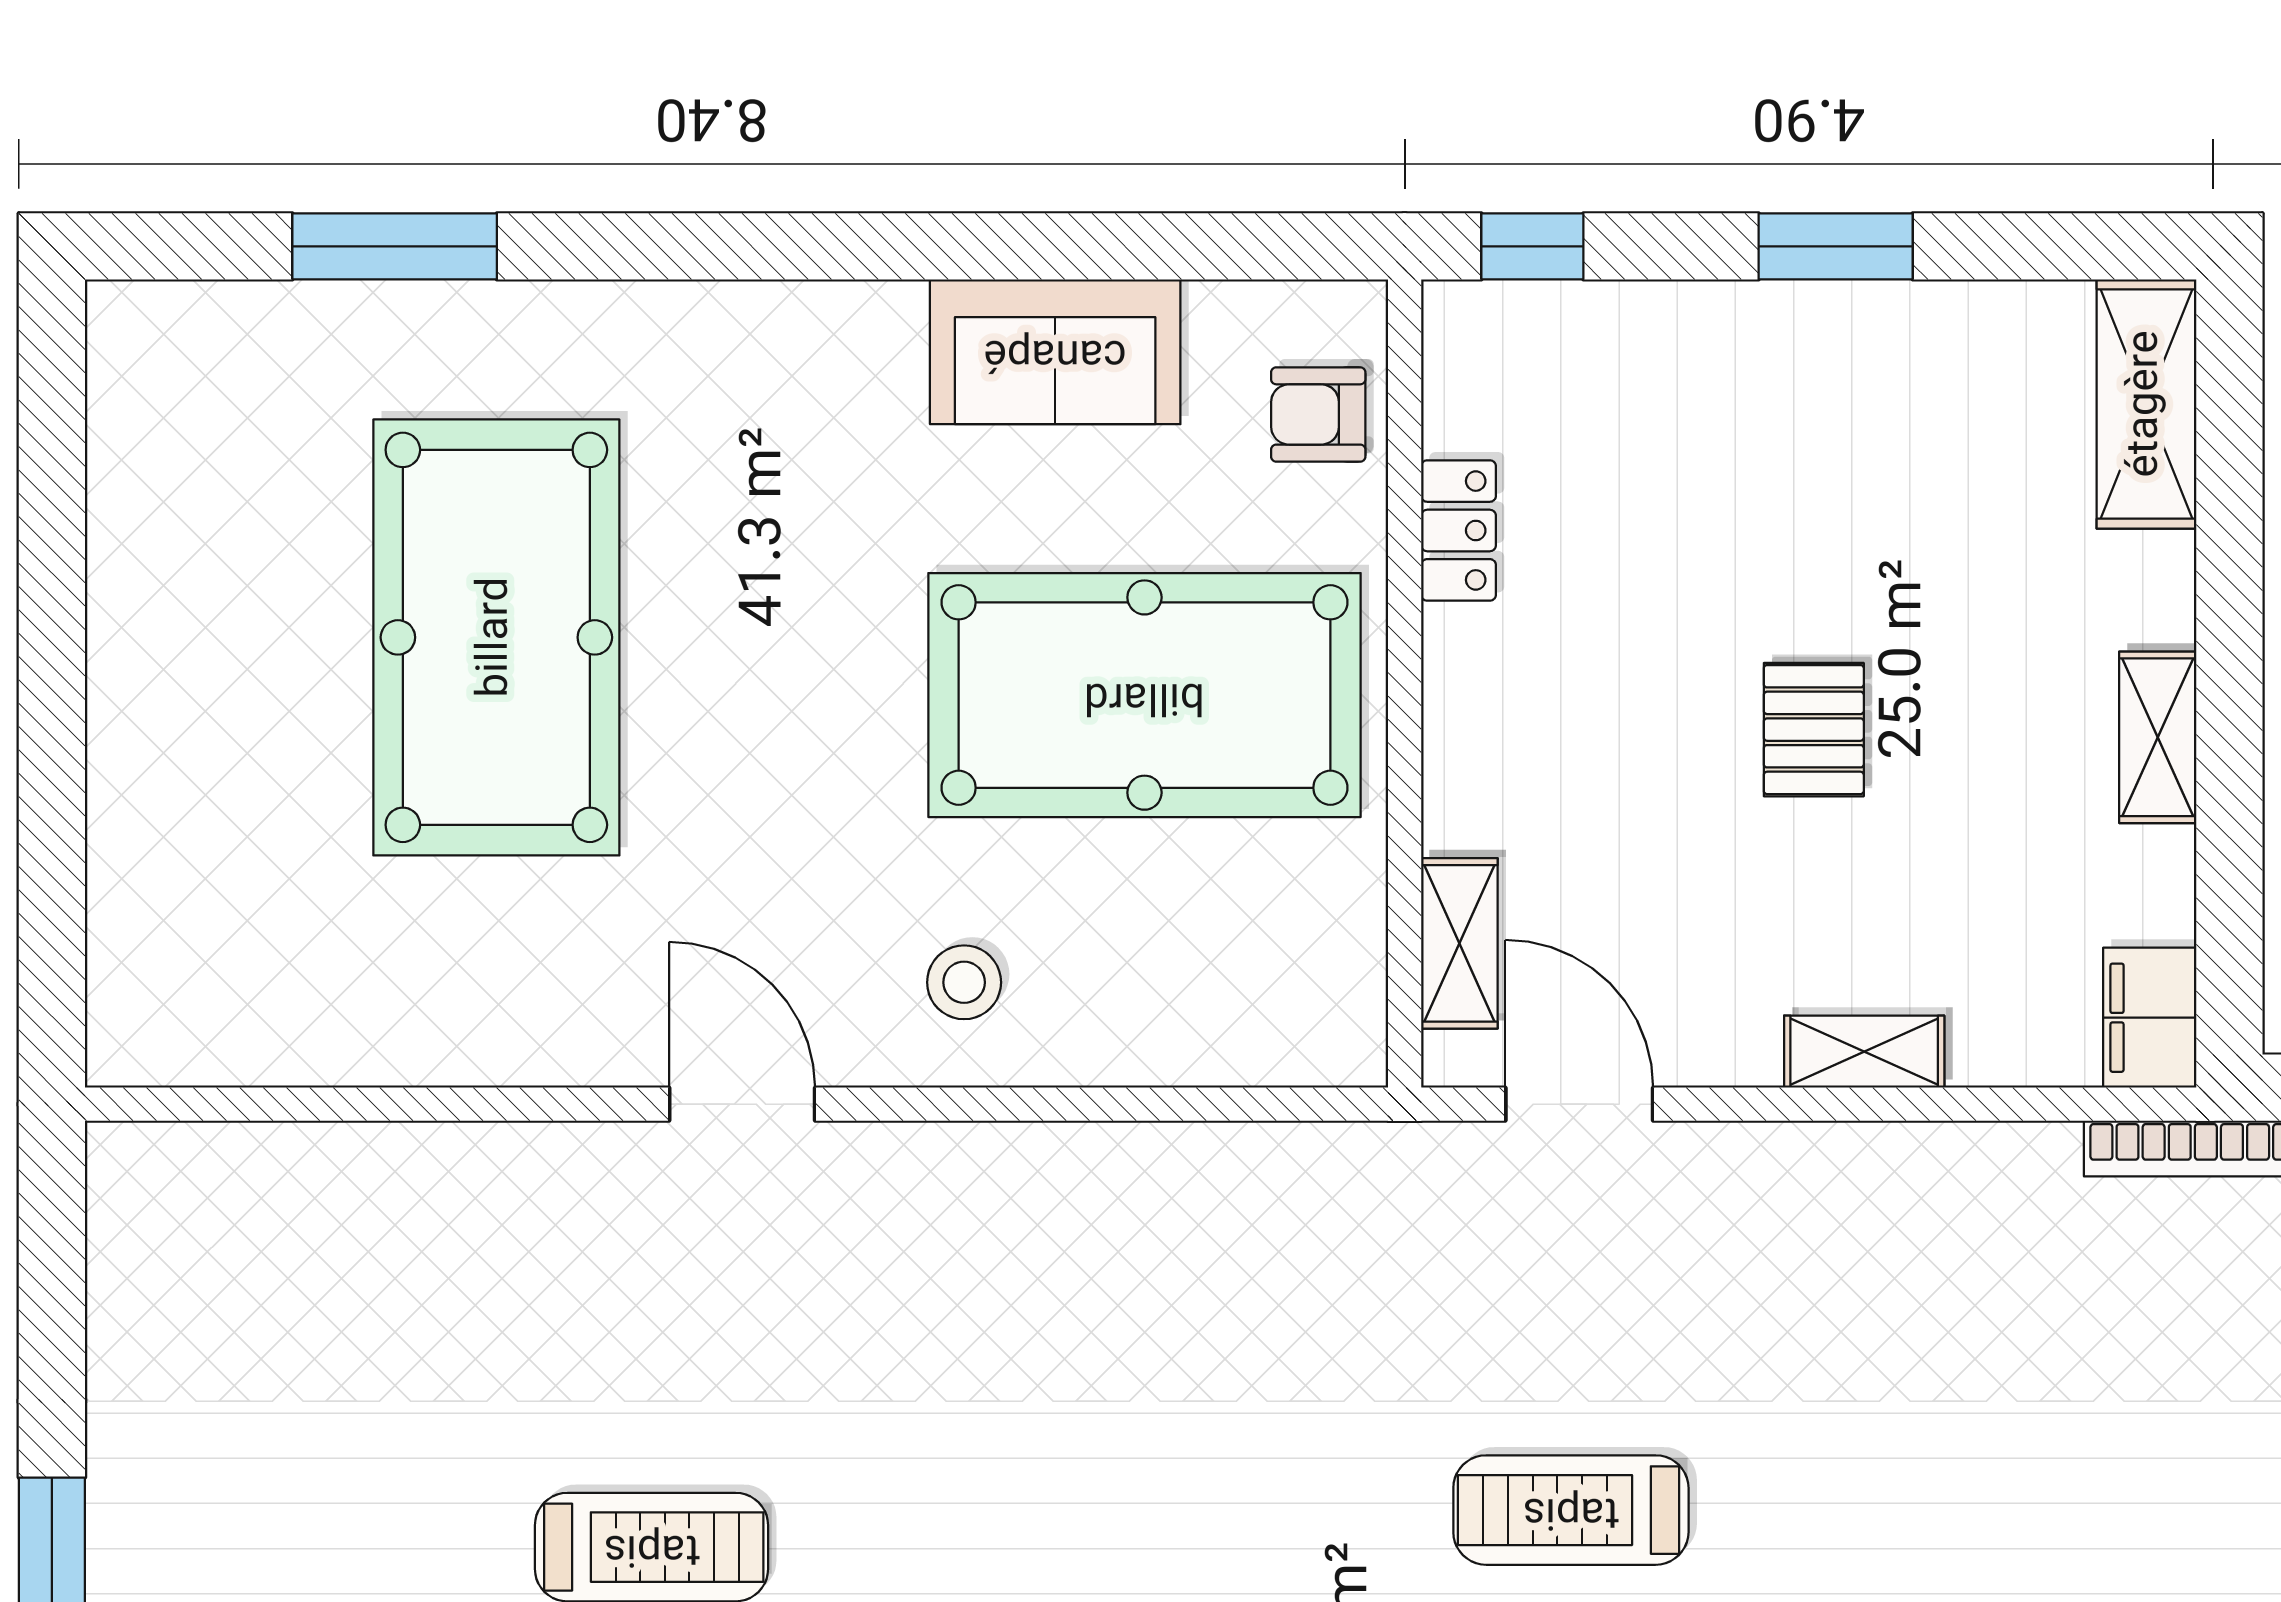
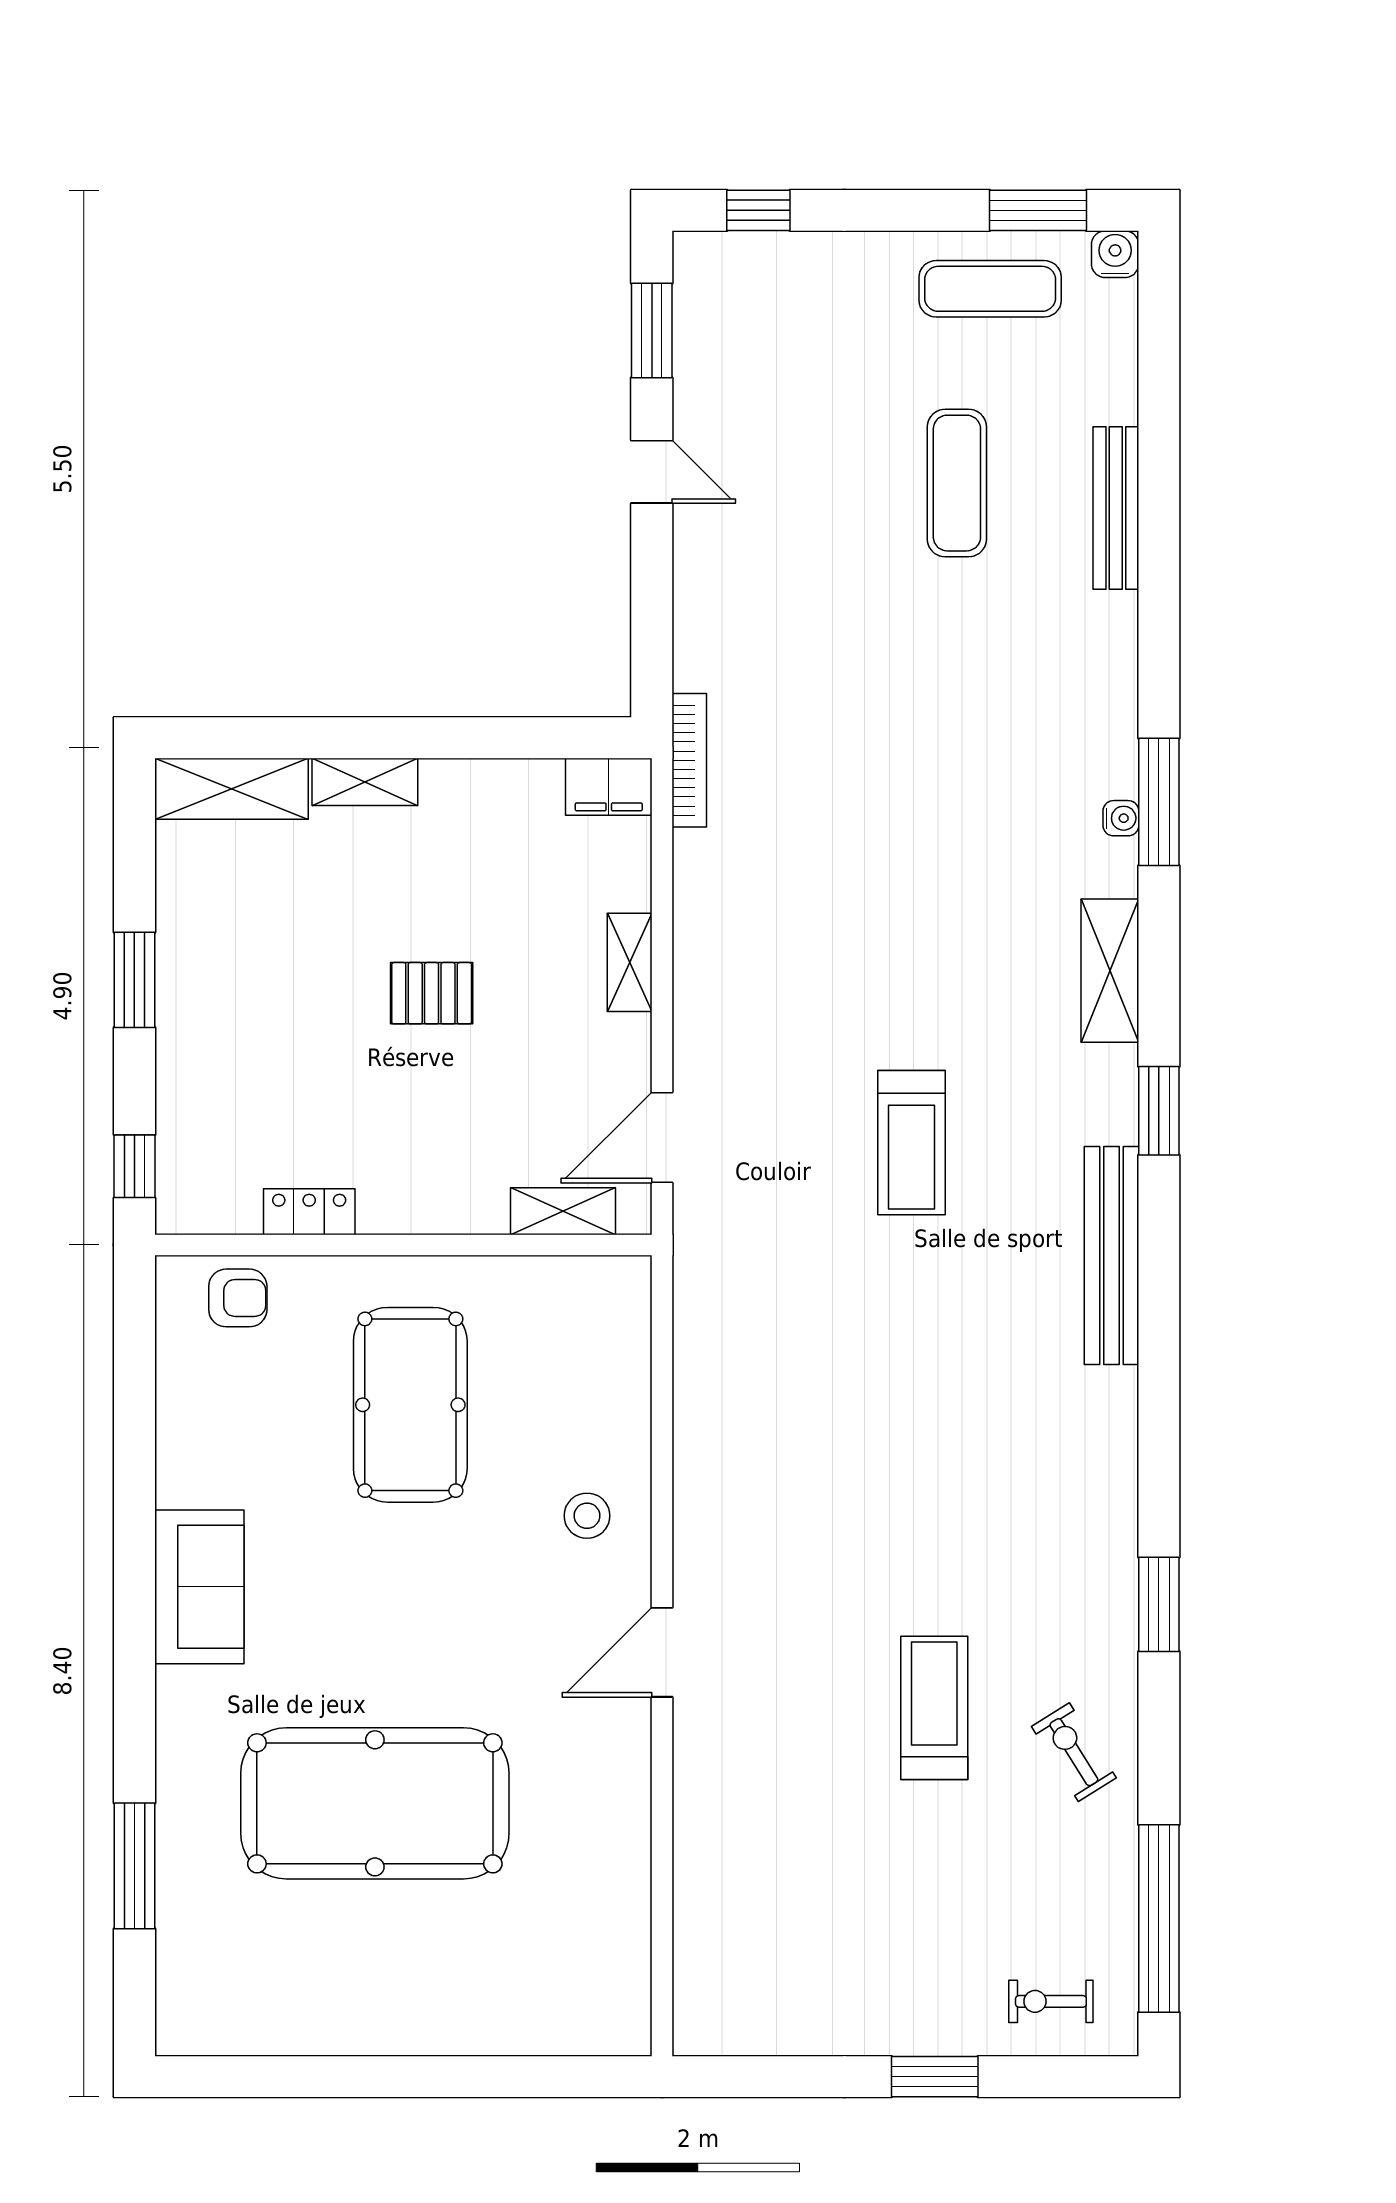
sofa: (1055, 352) -> (199, 1587), moved
armchair: (1318, 414) -> (238, 1298), turned -90
pool table: (1144, 695) -> (410, 1405), width x0.73, depth x0.76
shelving: (2158, 737) -> (365, 782), moved

